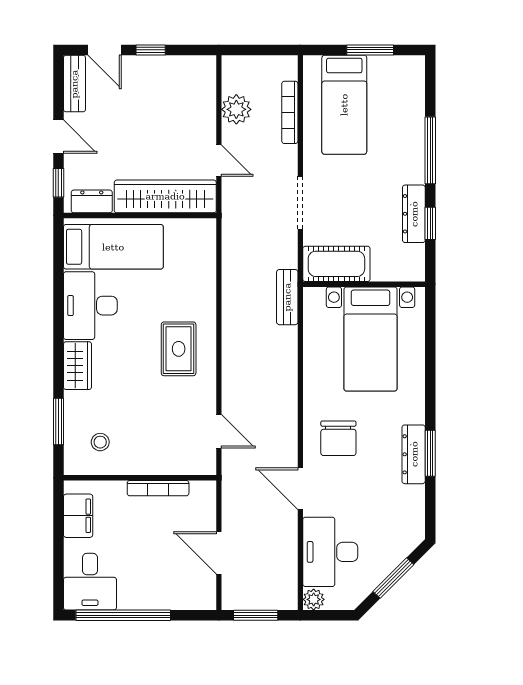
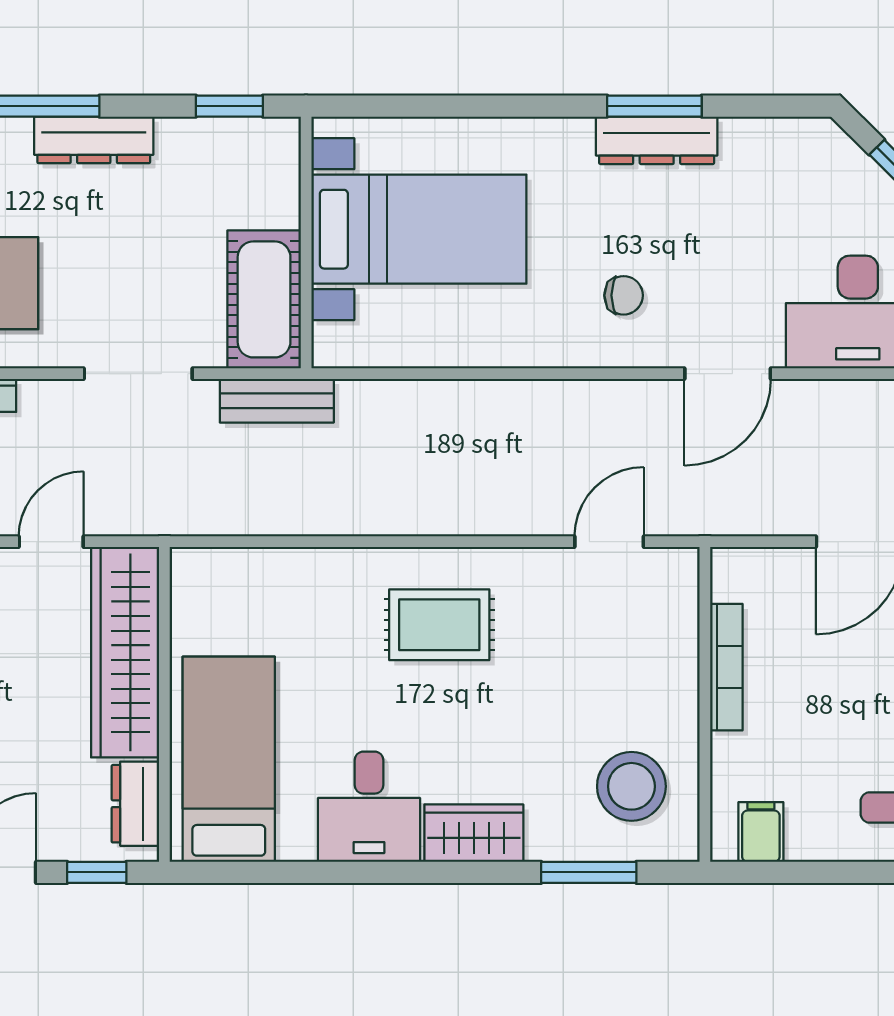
dresser: (414, 214) -> (94, 140), moved
window: (430, 223) -> (229, 106), moved
bench: (287, 297) -> (277, 401), moved
desk: (90, 306) -> (369, 807), width x0.73
chair: (338, 438) -> (624, 295), width x0.54, depth x0.54
stool: (100, 442) -> (631, 786), width x1.89, depth x1.89
filing cabinet: (78, 516) -> (761, 832), width x0.50

